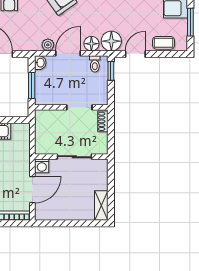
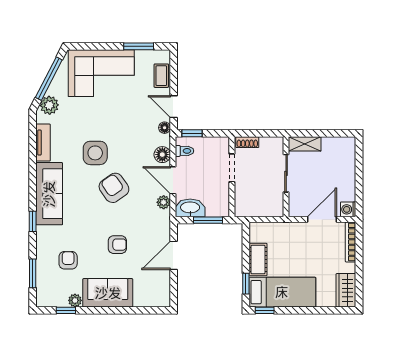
floor lamp: (111, 41) -> (165, 128), width x0.53, depth x0.53
washbasin: (40, 63) -> (190, 208), width x1.91, depth x1.45
washing machine: (42, 166) -> (348, 209), moved, turned 180
door: (32, 190) -> (322, 219), hinge flipped
shelving: (101, 206) -> (305, 144), moved

